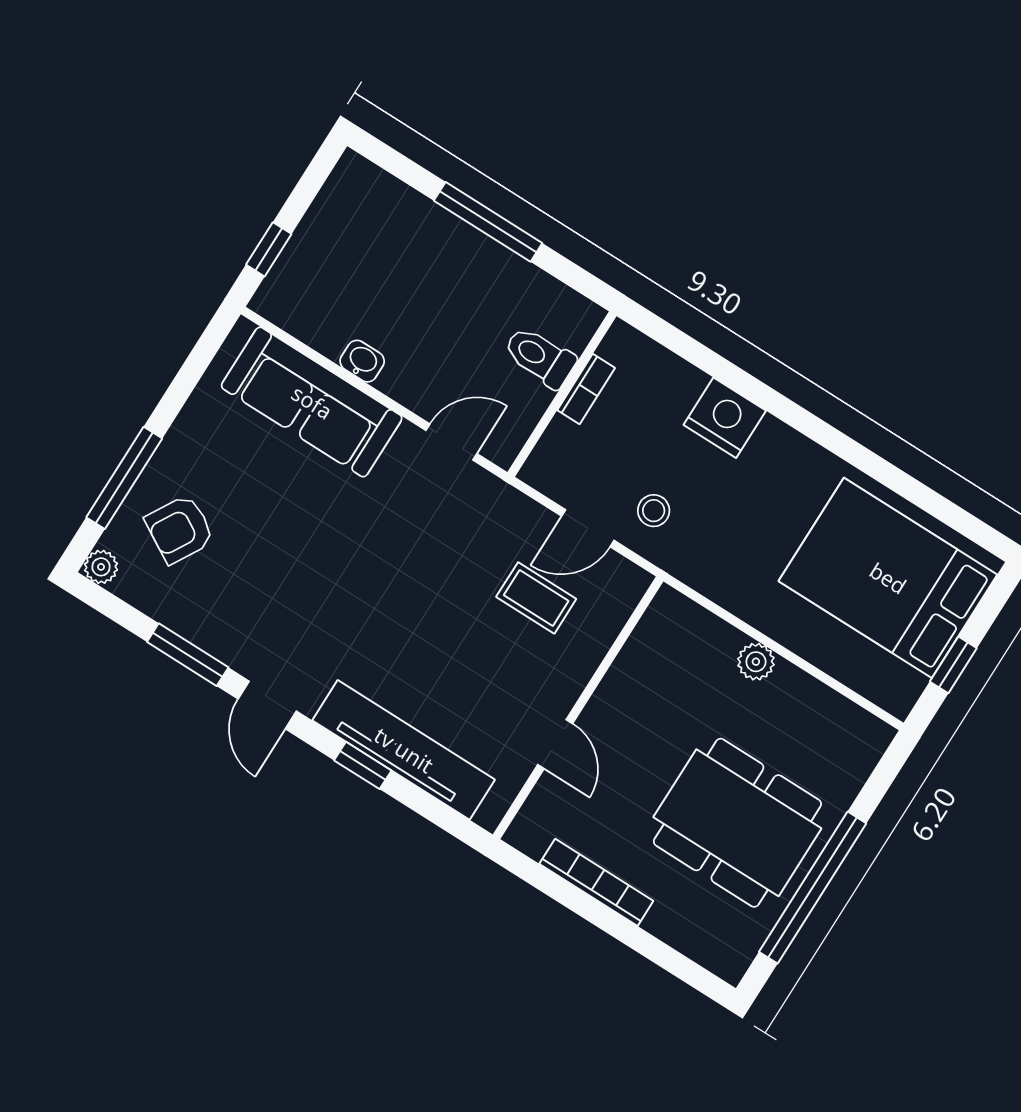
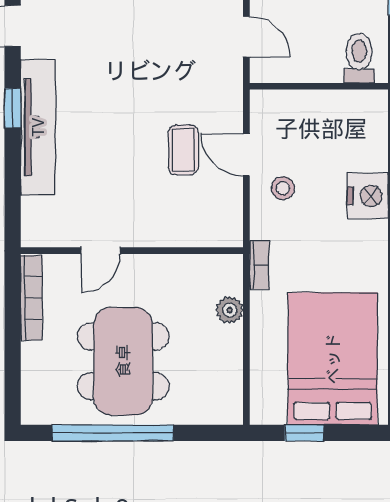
toilet: (540, 357) -> (359, 58), moved
bookcase: (586, 389) -> (259, 265), moved, turned -90
wall: (578, 708) -> (132, 251), moved
door: (555, 744) -> (101, 251), moved

